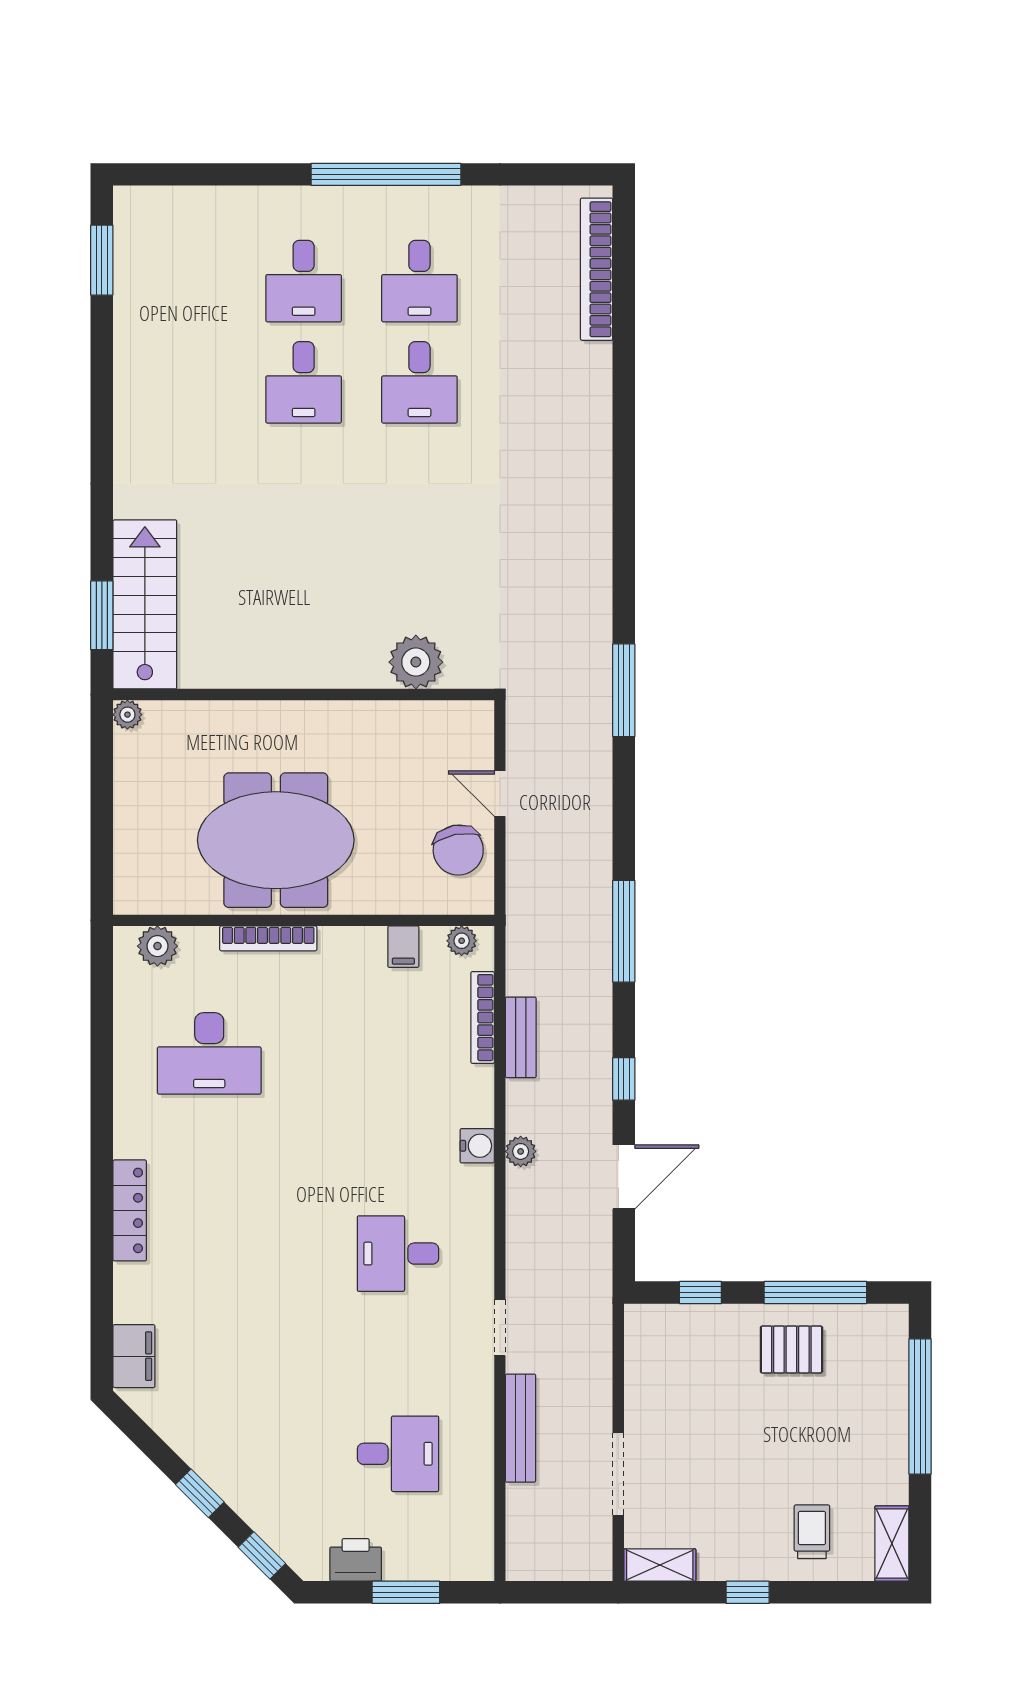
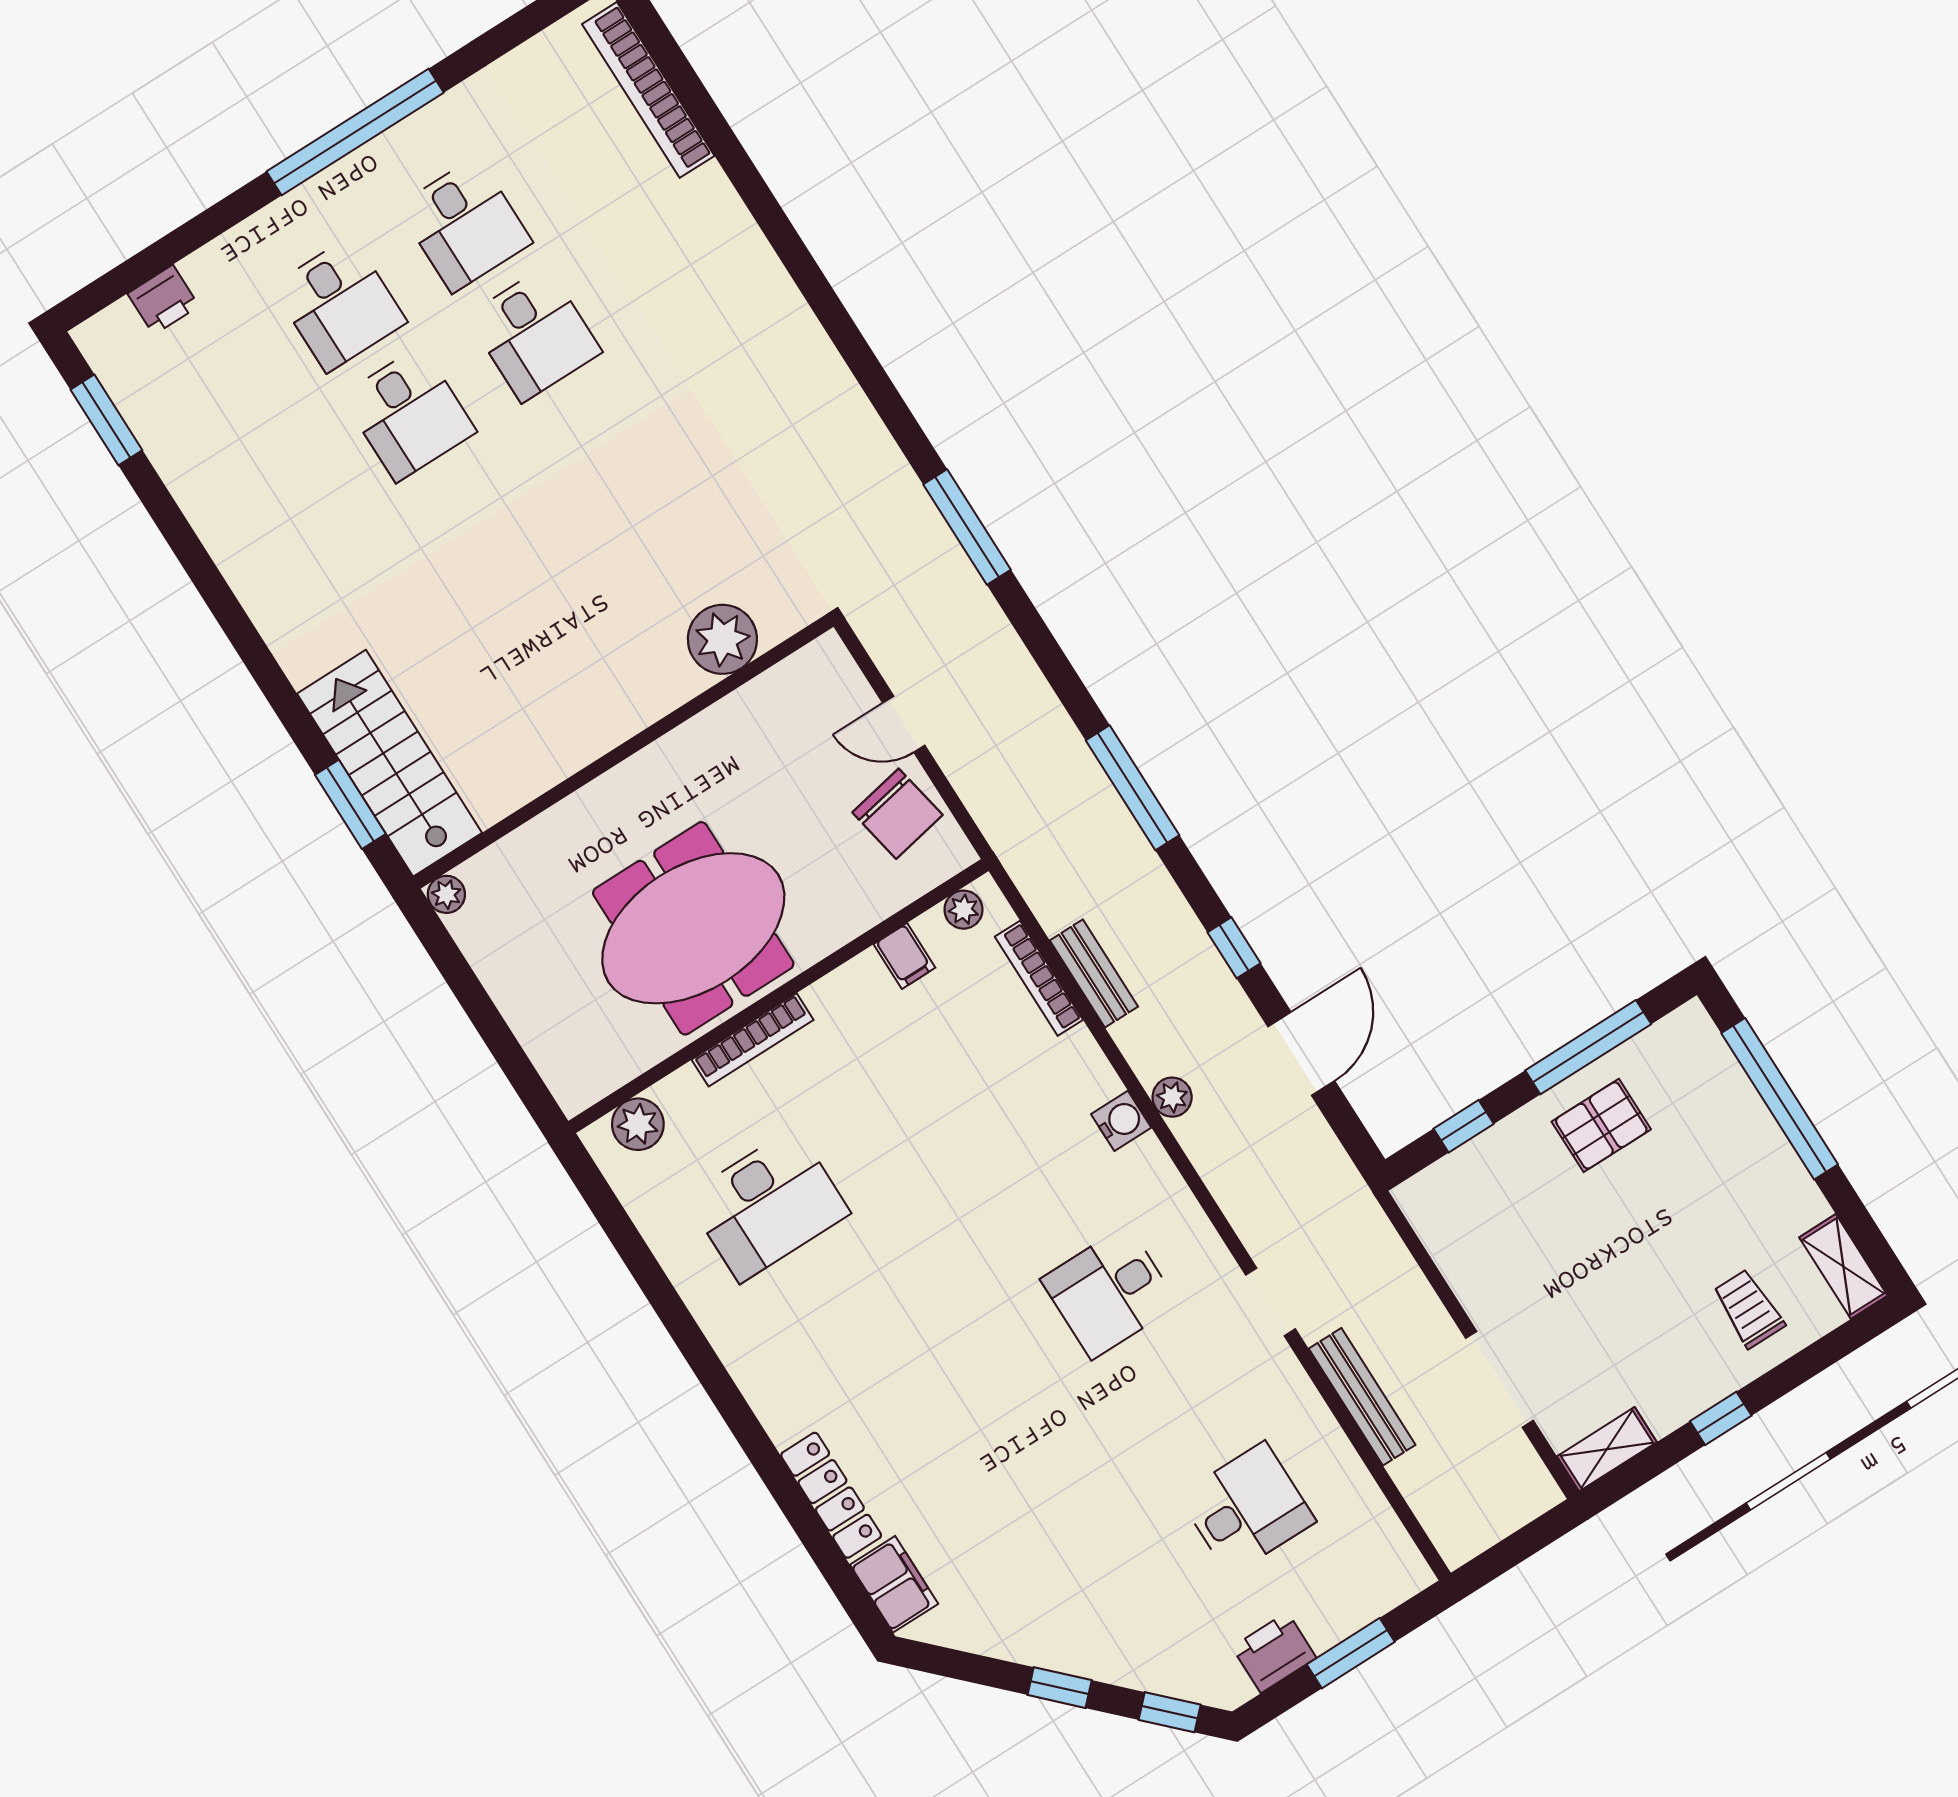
printer: (189, 205) -> (163, 300), added
locker: (130, 1210) -> (831, 1495), moved

